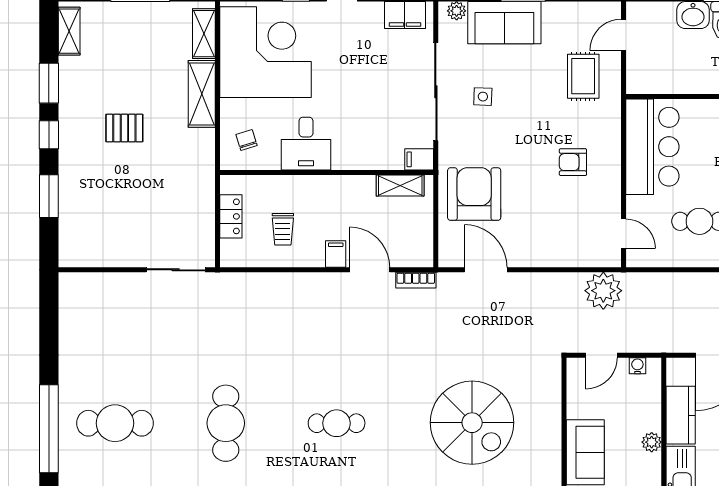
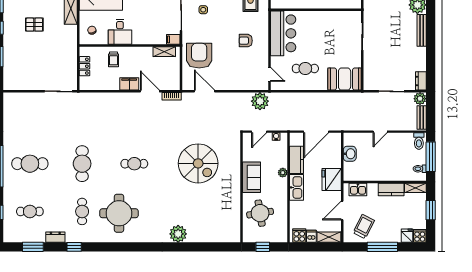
trolley: (283, 229) -> (113, 59), moved
filing cabinet: (336, 254) -> (129, 84), width x2.00

